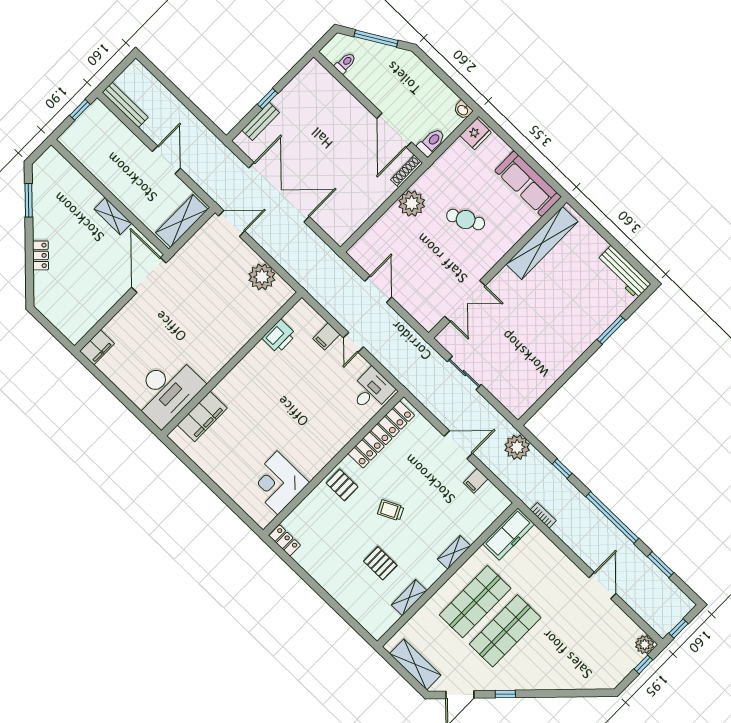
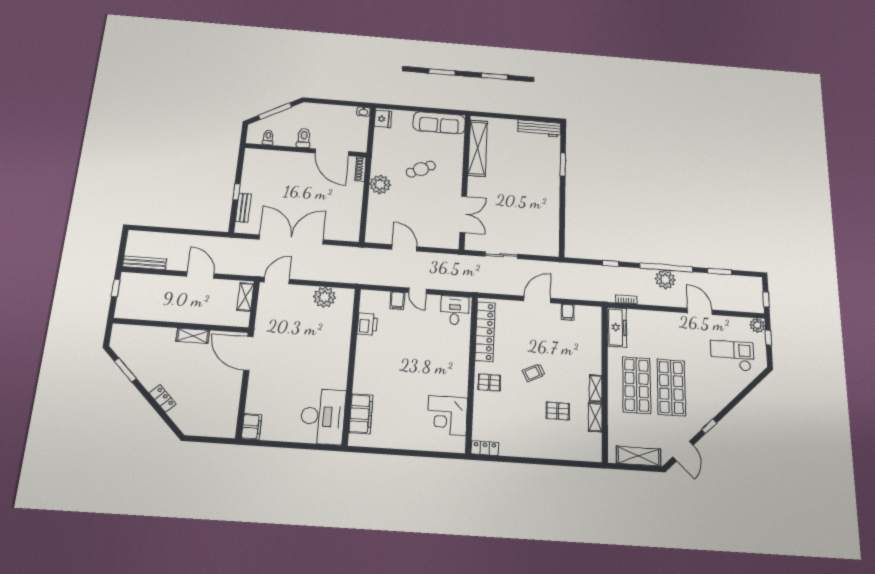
toilet: (431, 142) -> (304, 138), moved
shelving: (182, 221) -> (245, 297), width x0.67, depth x0.75
plant: (517, 447) -> (665, 279), moved
shelving: (454, 552) -> (596, 388), moved
checkout: (592, 651) -> (732, 356), added

